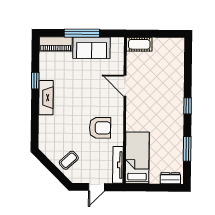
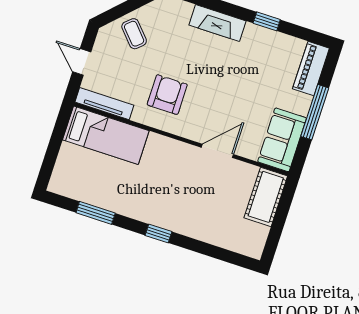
cot: (139, 44) -> (266, 197), width x1.37, depth x1.34
sofa: (92, 48) -> (282, 140), moved
fireplace: (46, 98) -> (217, 23), moved
armchair: (100, 128) -> (167, 95), turned 180
dresser: (170, 178) -> (60, 175), removed

